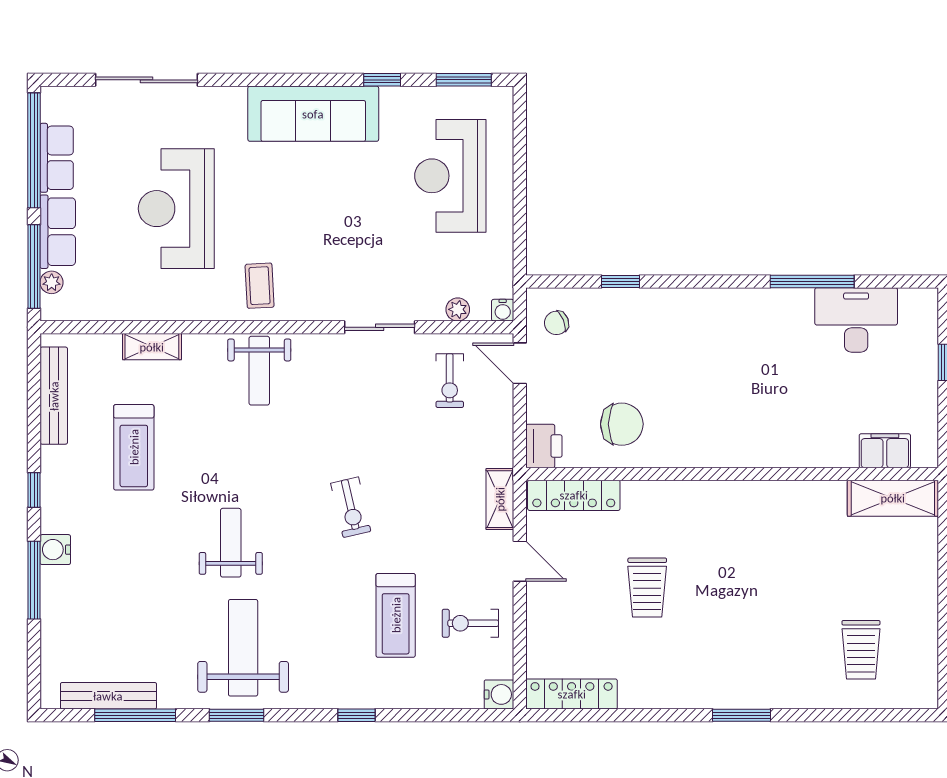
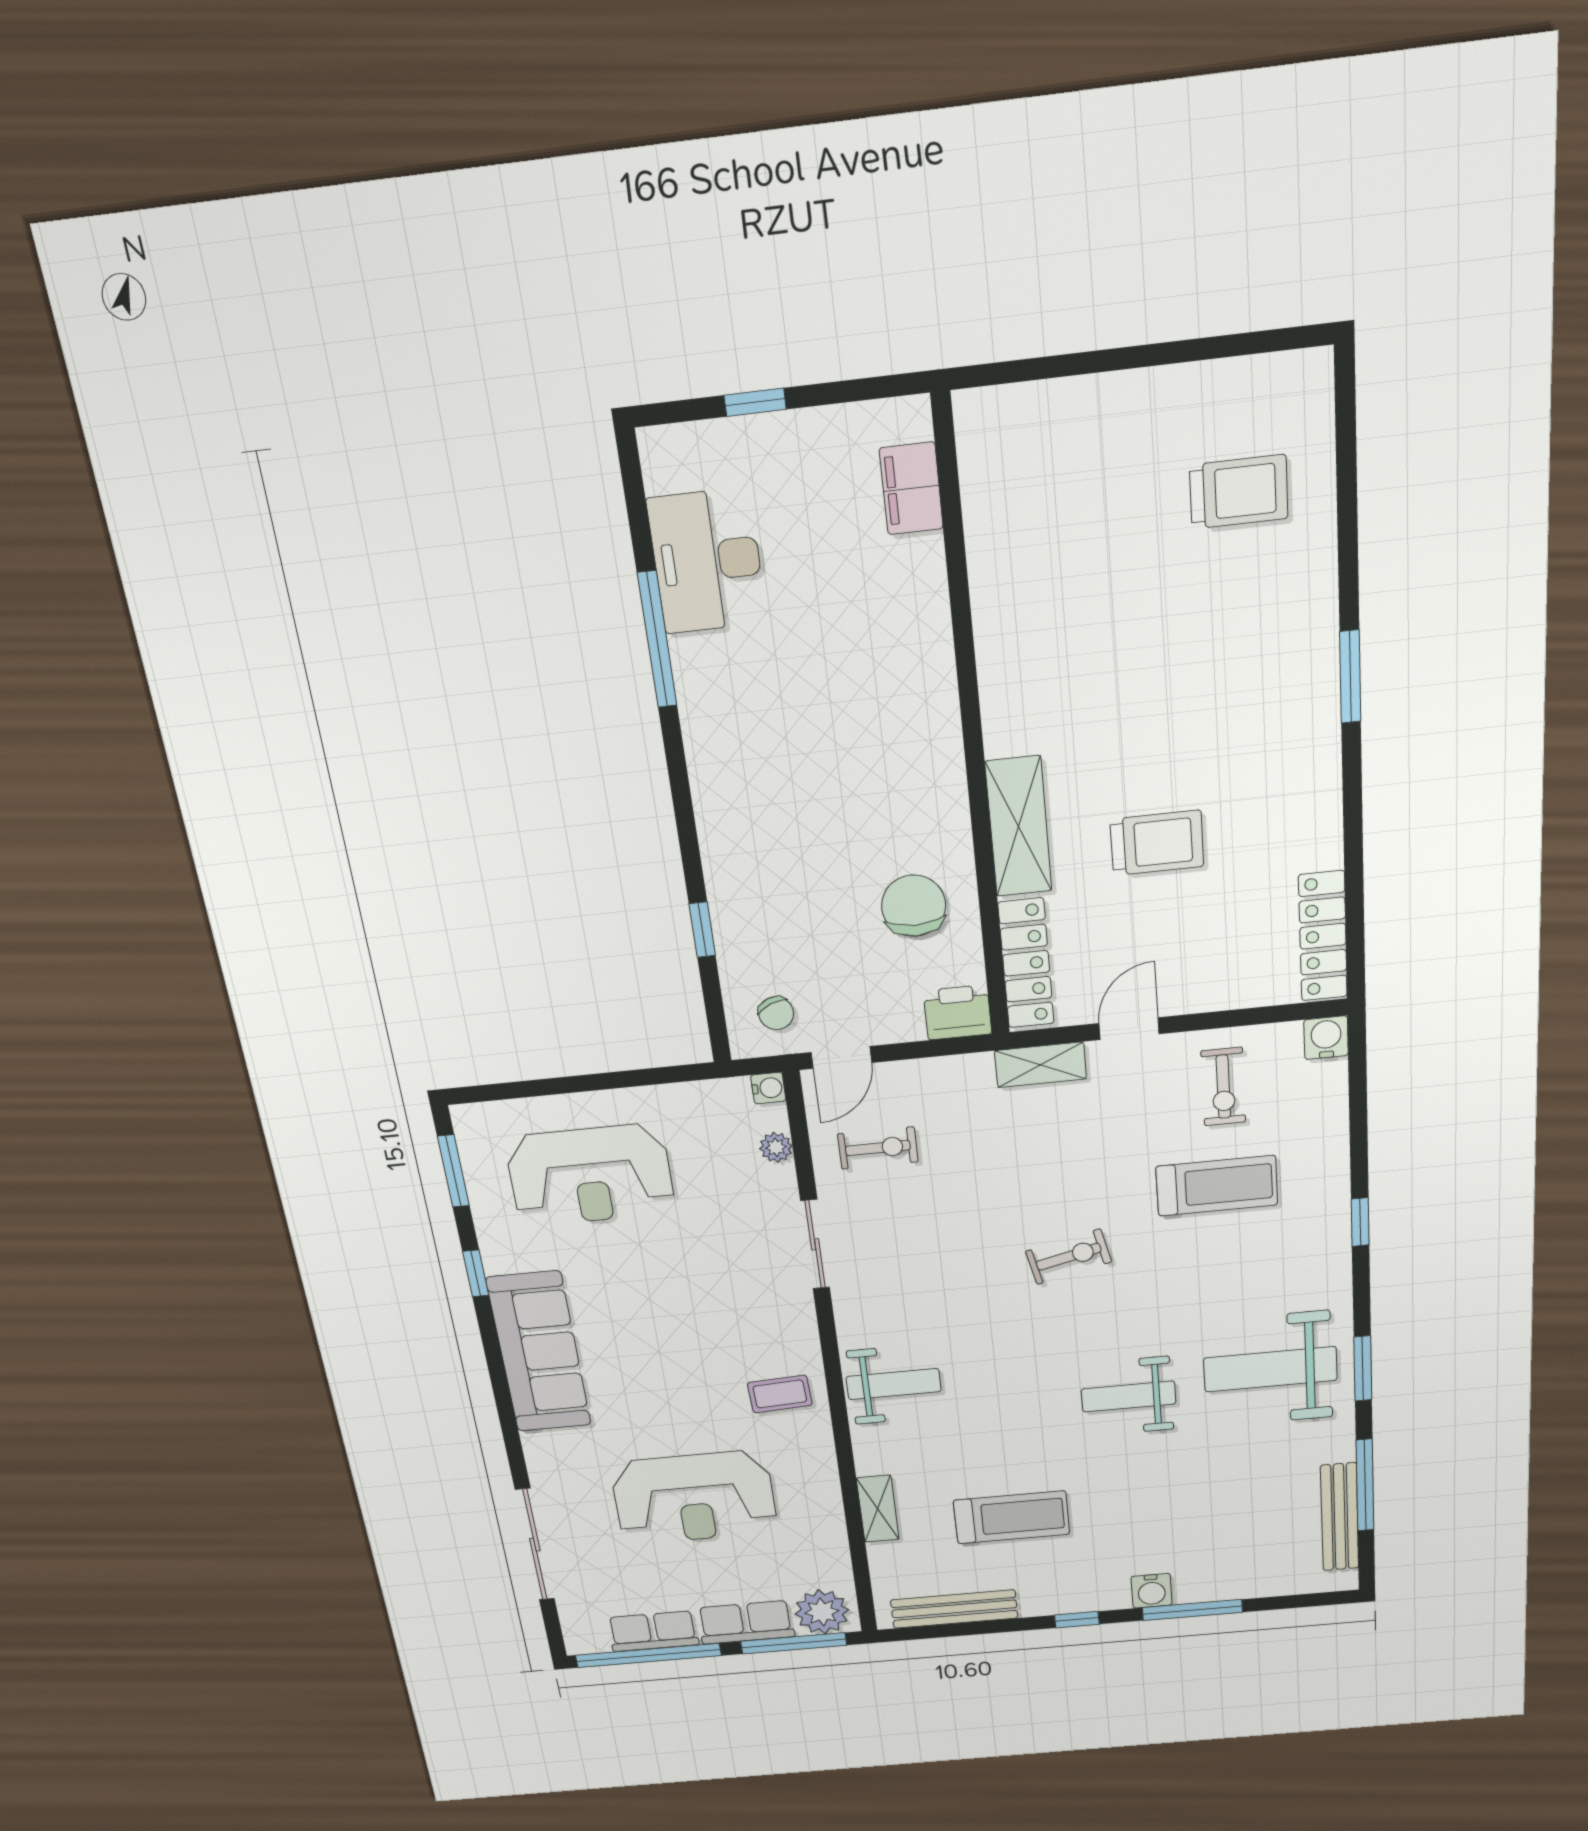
plant: (52, 282) -> (822, 1612), width x1.88, depth x1.88
shelving: (893, 498) -> (1019, 827), moved

